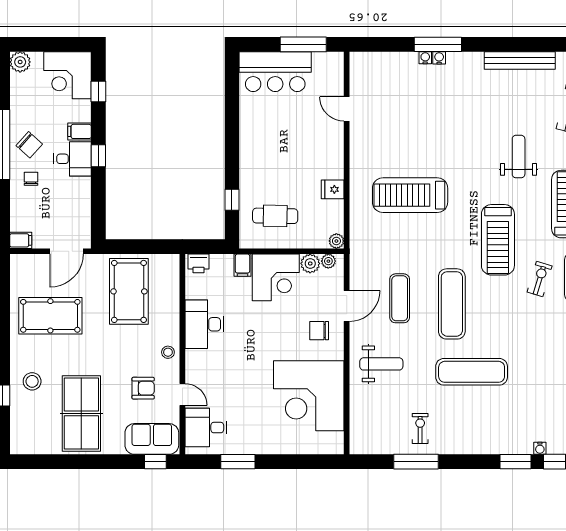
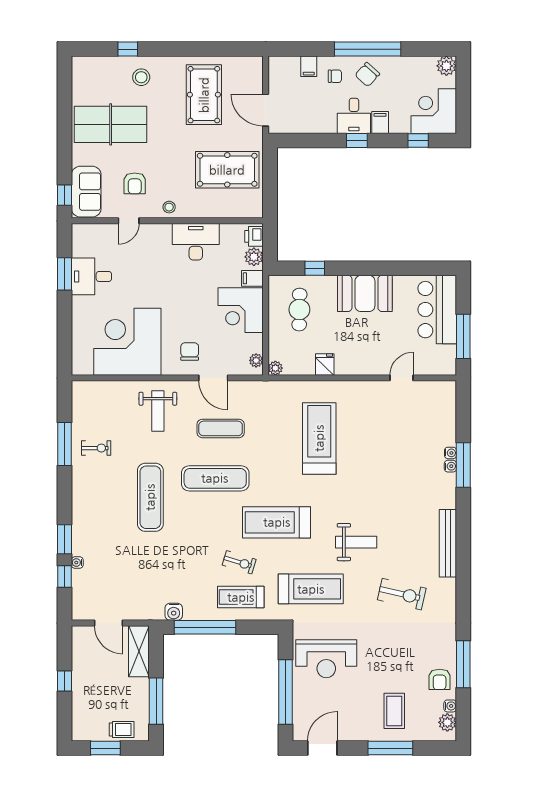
booth: (258, 147) -> (365, 293), added
filing cabinet: (21, 240) -> (309, 66), moved
plant: (310, 263) -> (254, 257), moved
desk: (206, 428) -> (91, 276), moved, turned -90

